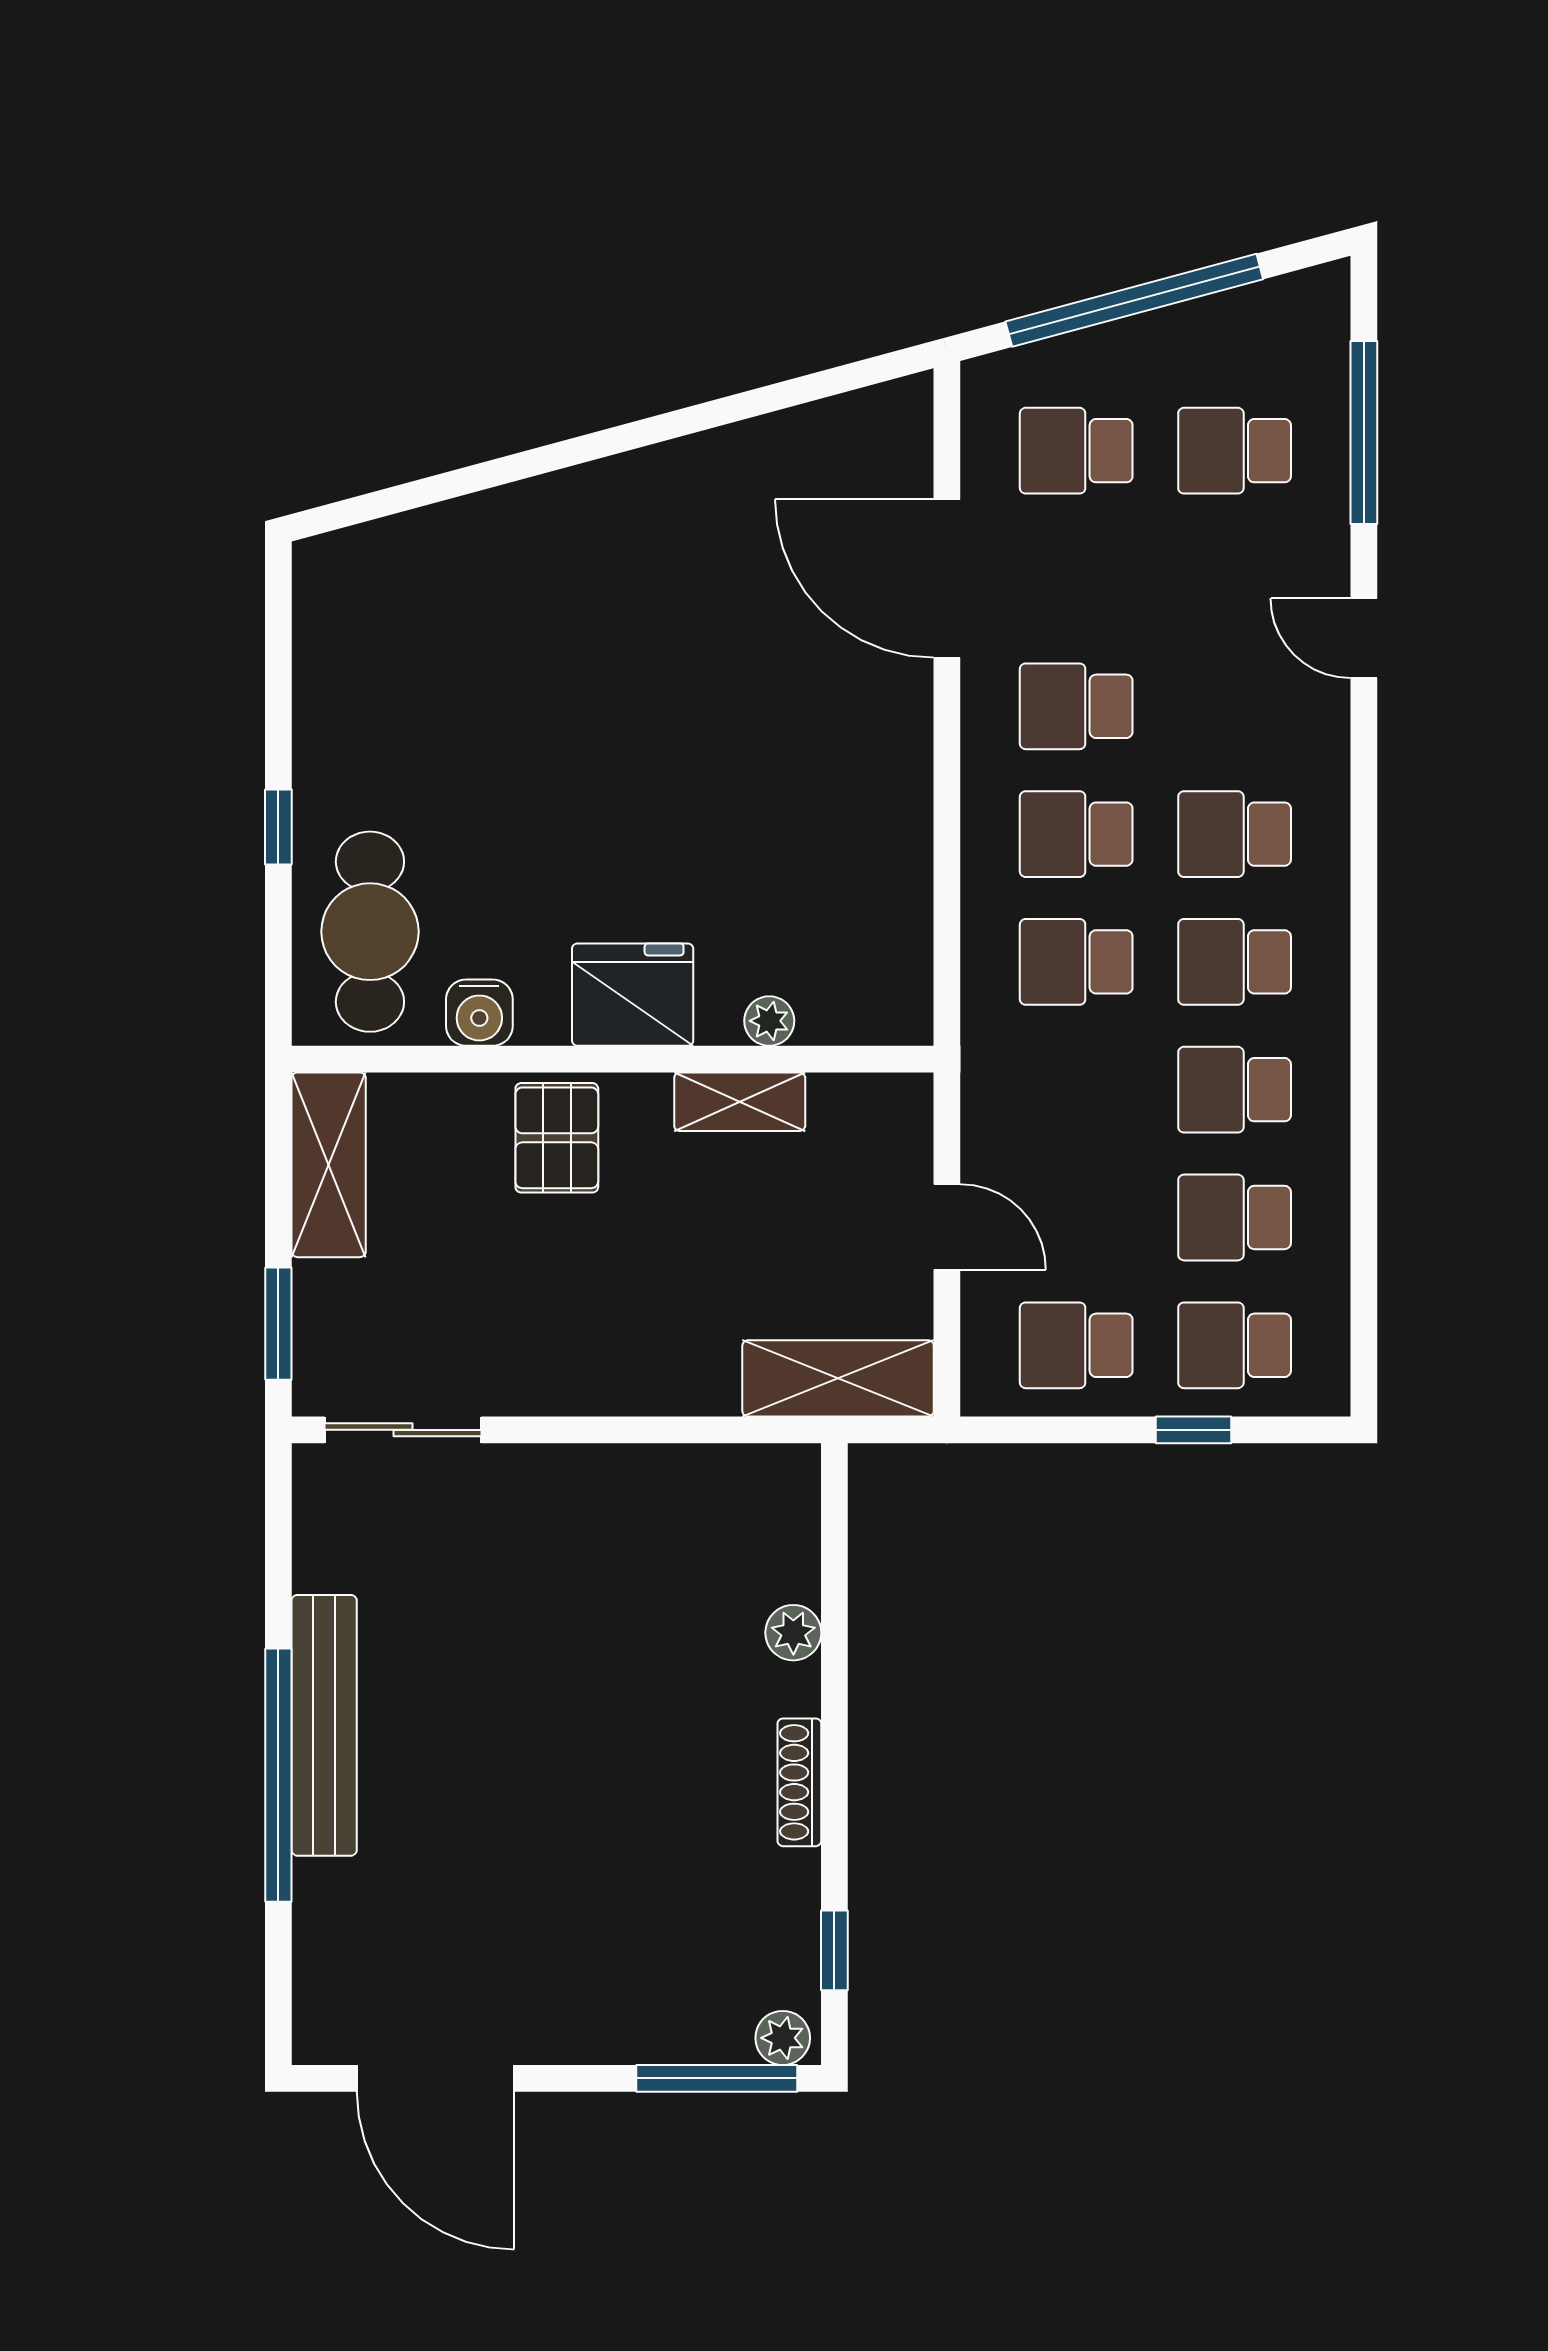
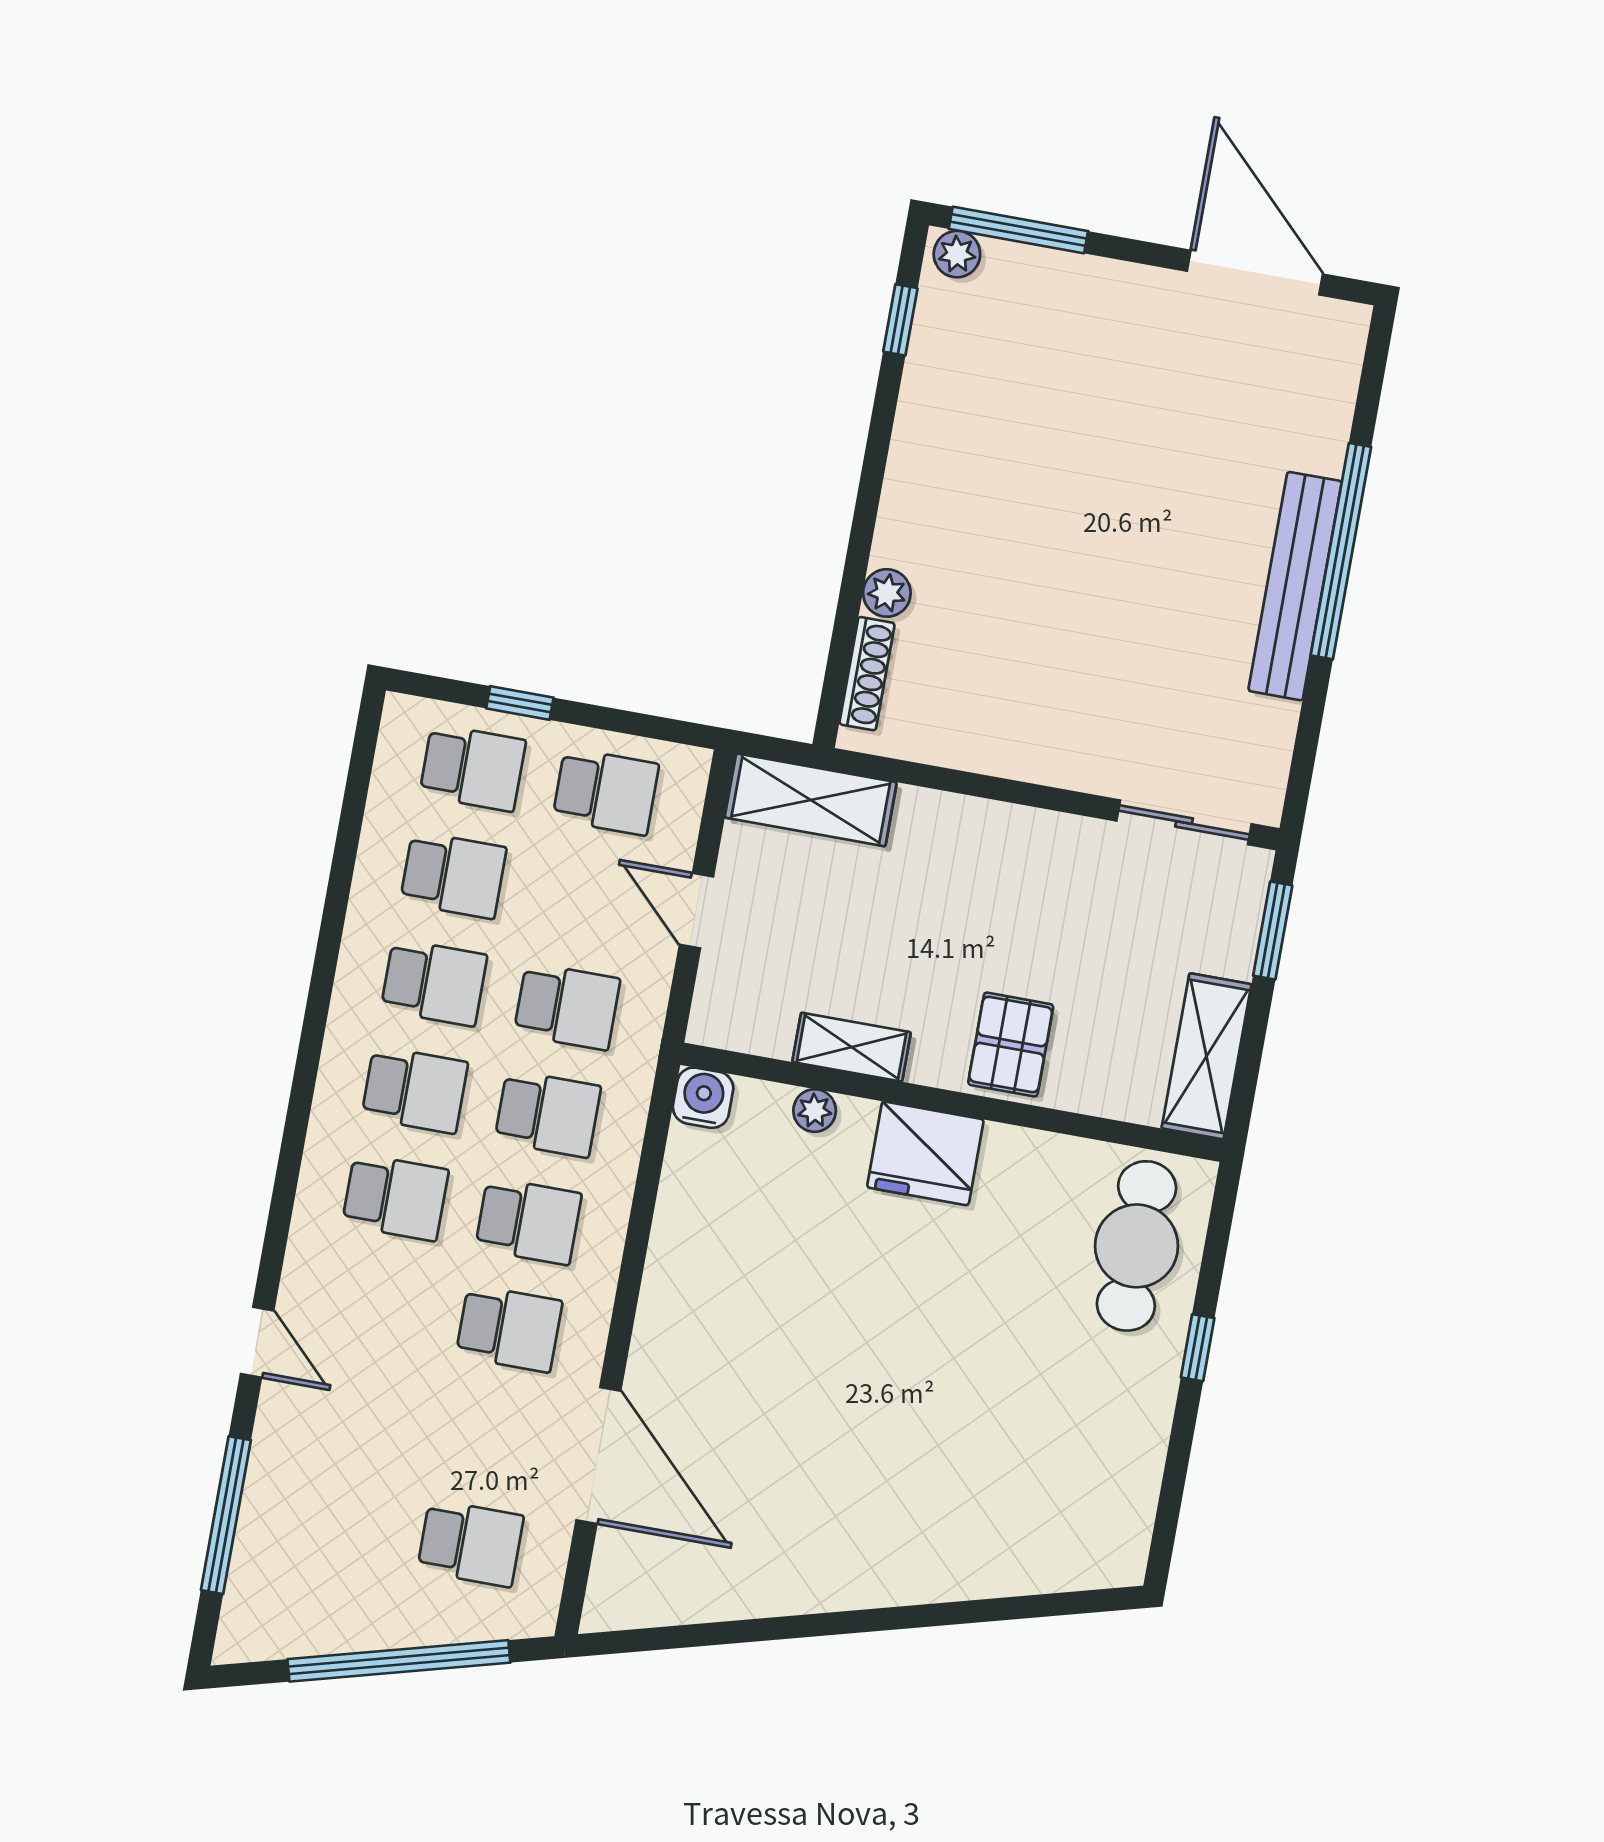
school desk: (1235, 451) -> (567, 1006), moved
water cooler: (479, 1013) -> (703, 1098), moved
shoe rack: (799, 1782) -> (867, 674), moved

